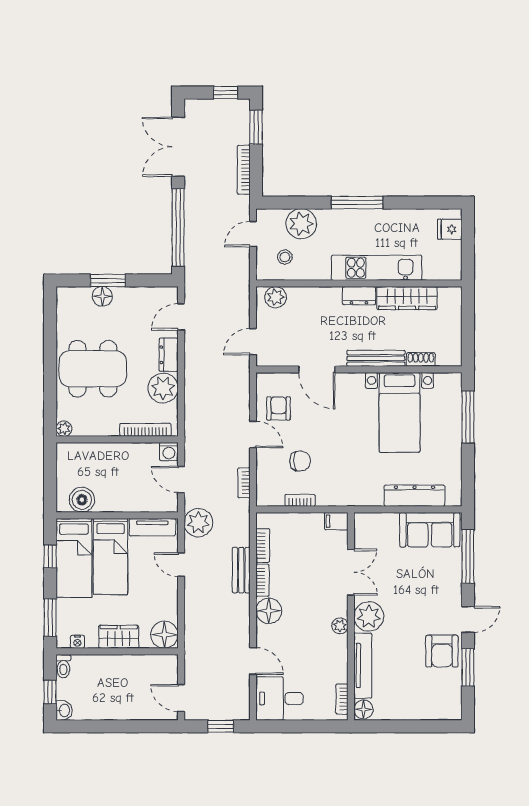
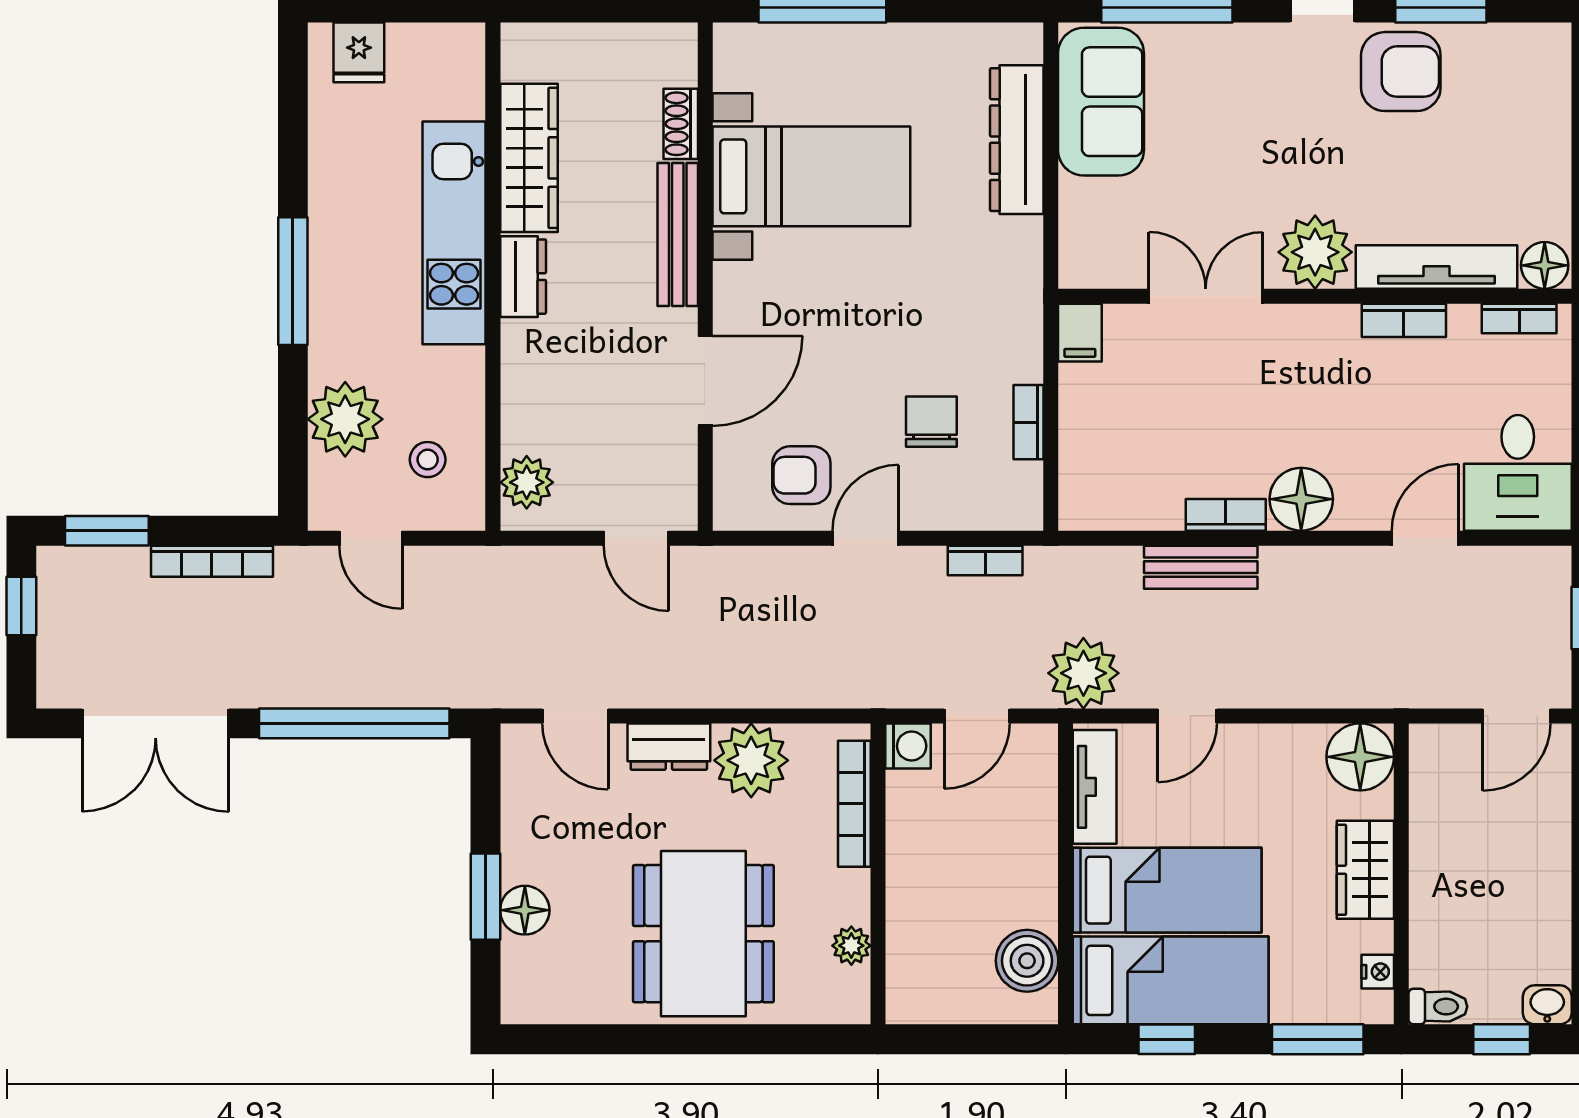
plant: (64, 429) -> (851, 946), moved
bookcase: (263, 546) -> (1404, 320), moved, turned 180
plant: (340, 626) -> (1338, 324), removed

